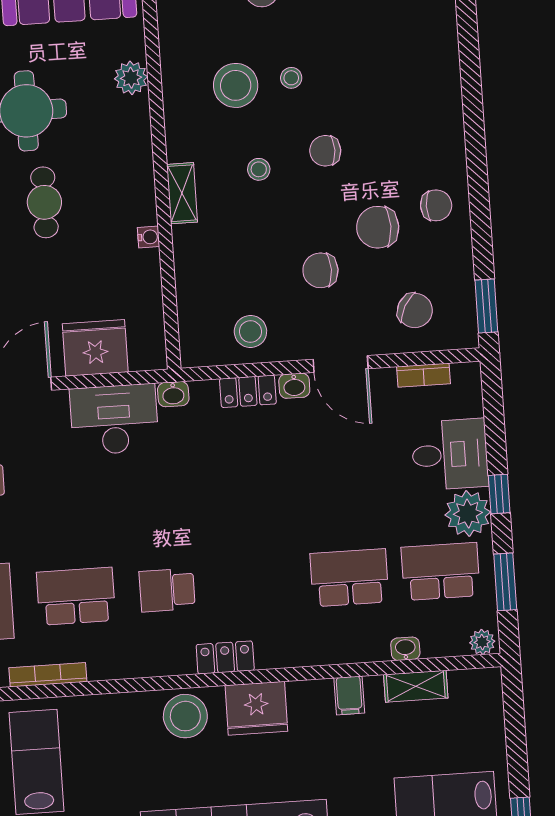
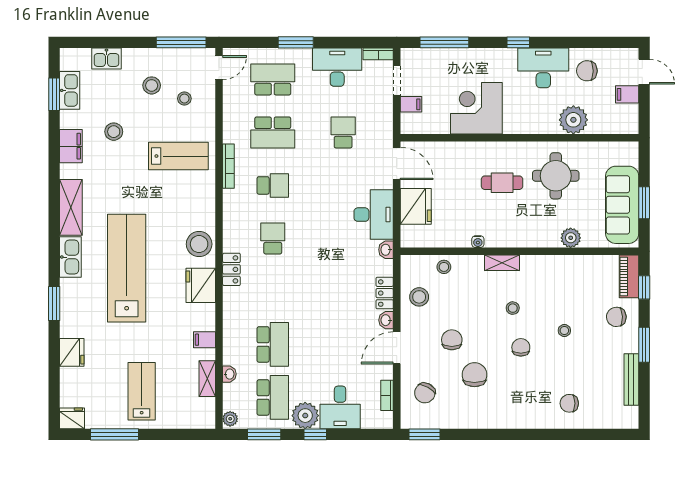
stool: (236, 85) -> (444, 267), moved, width x0.53, depth x0.53
chair: (436, 205) -> (569, 403), moved, turned 90
school desk: (76, 596) -> (273, 185), width x0.54

